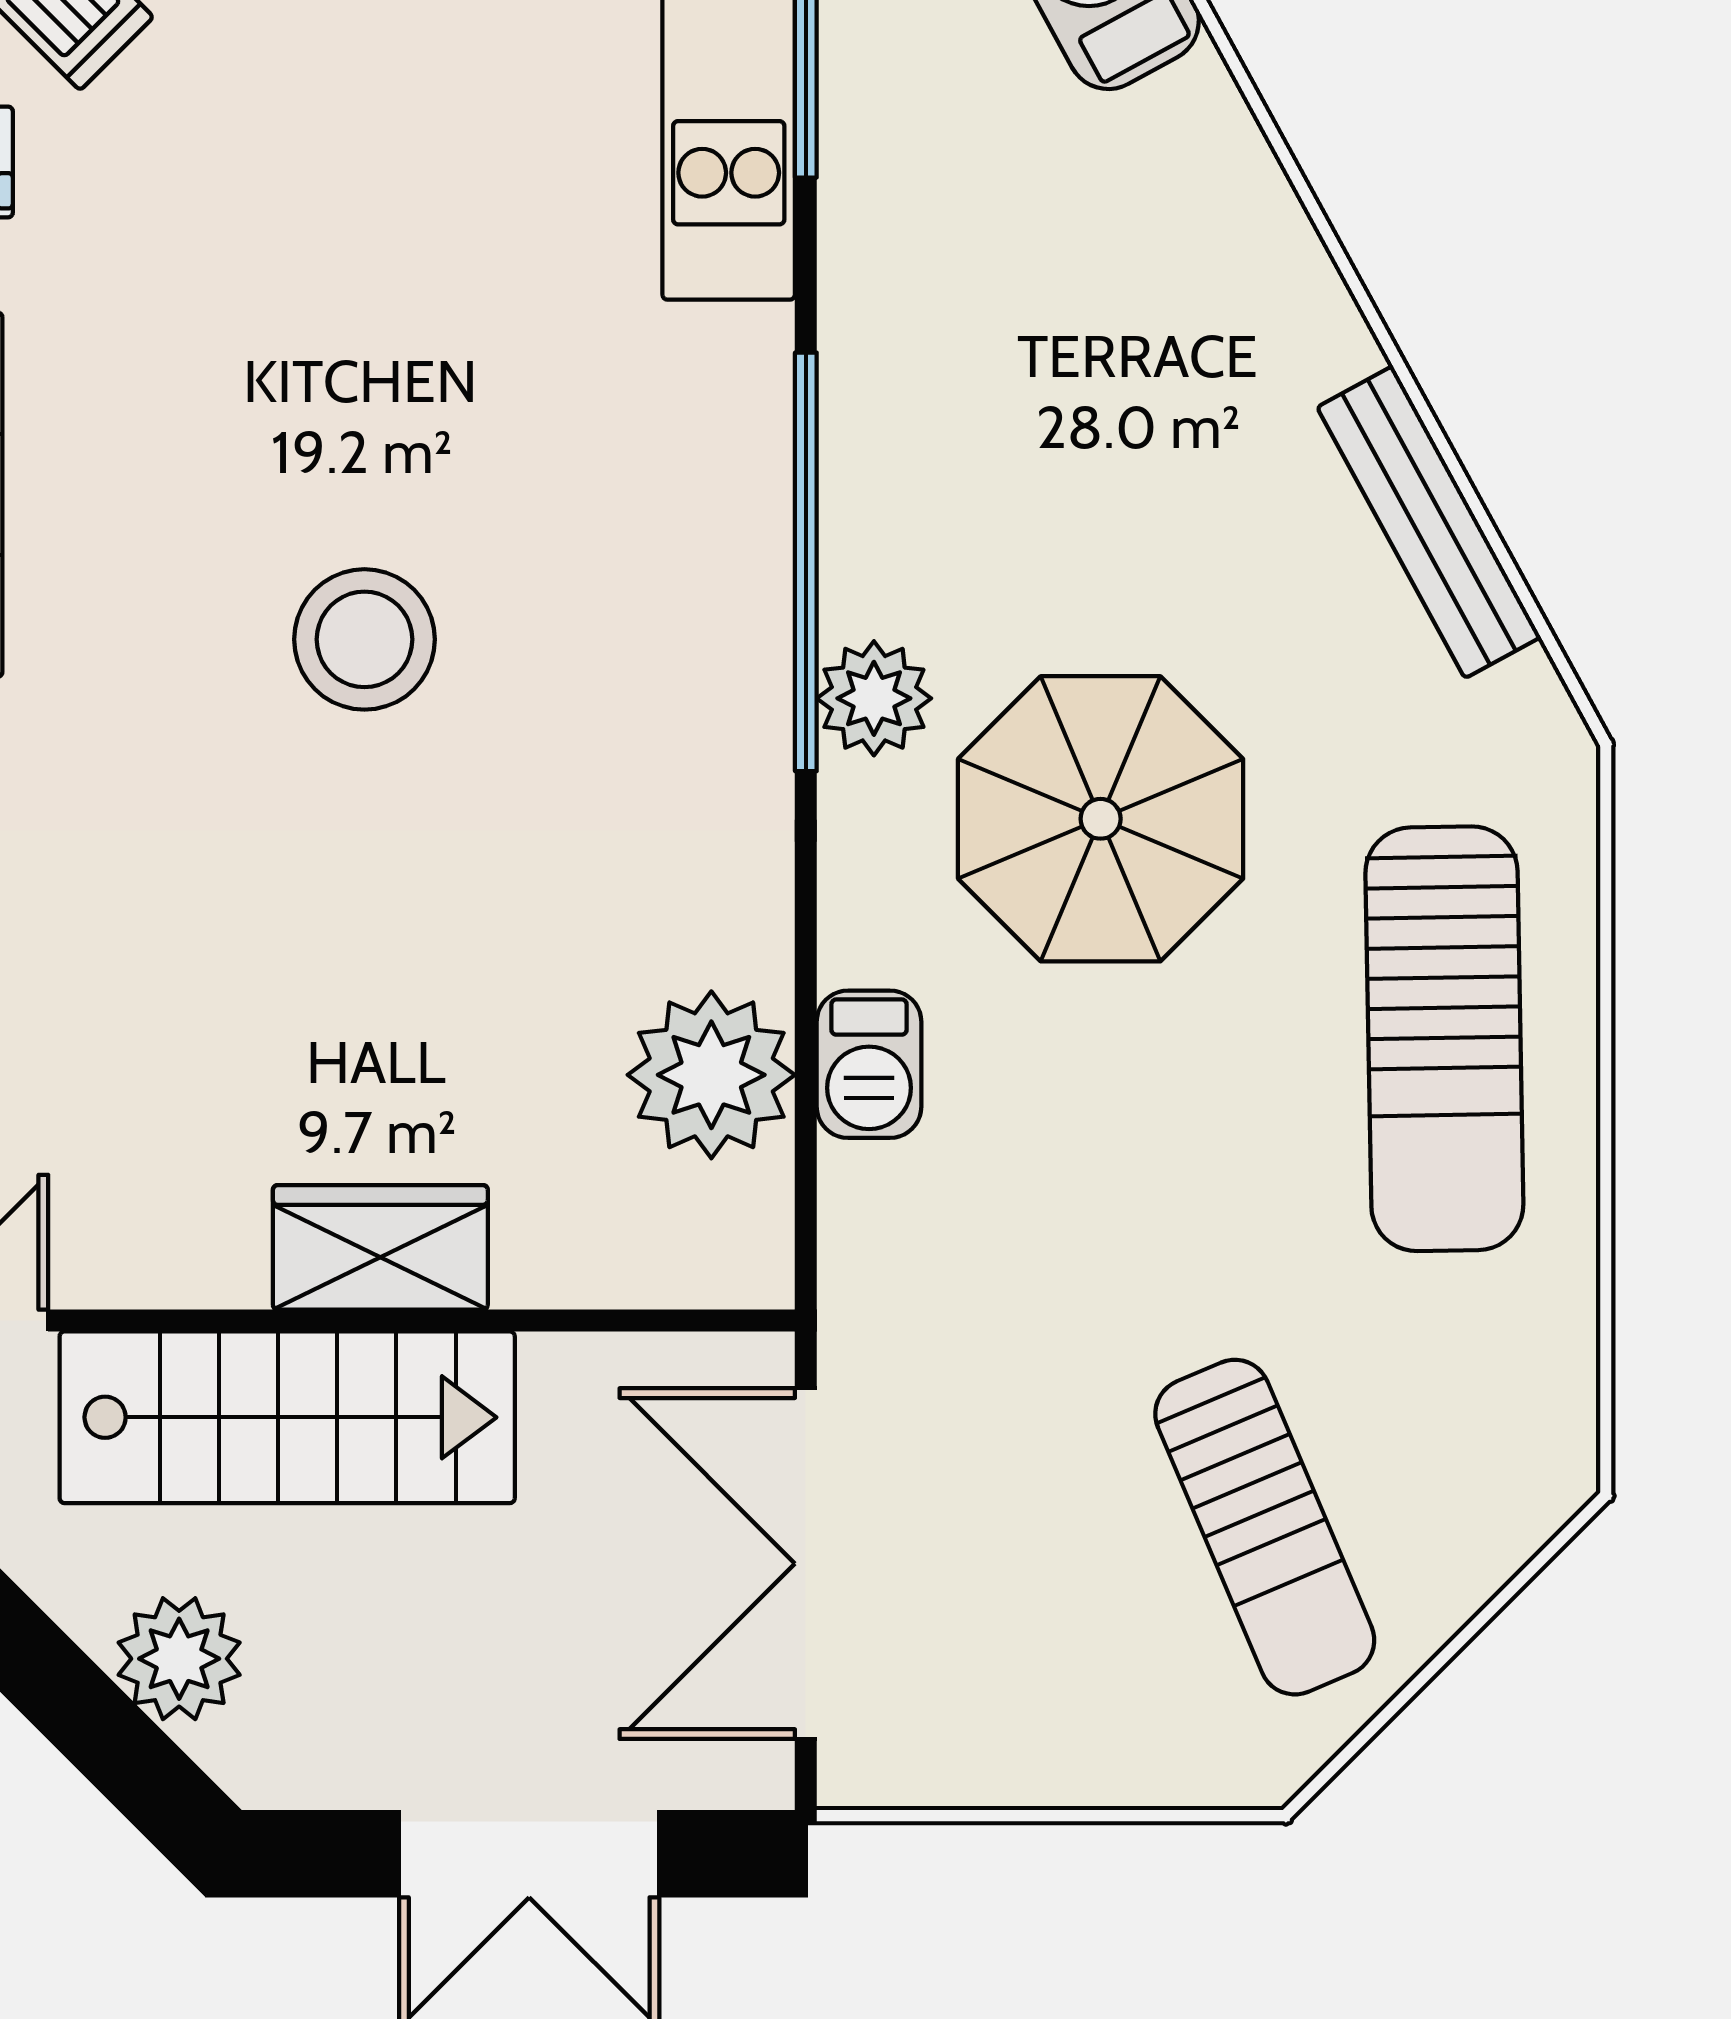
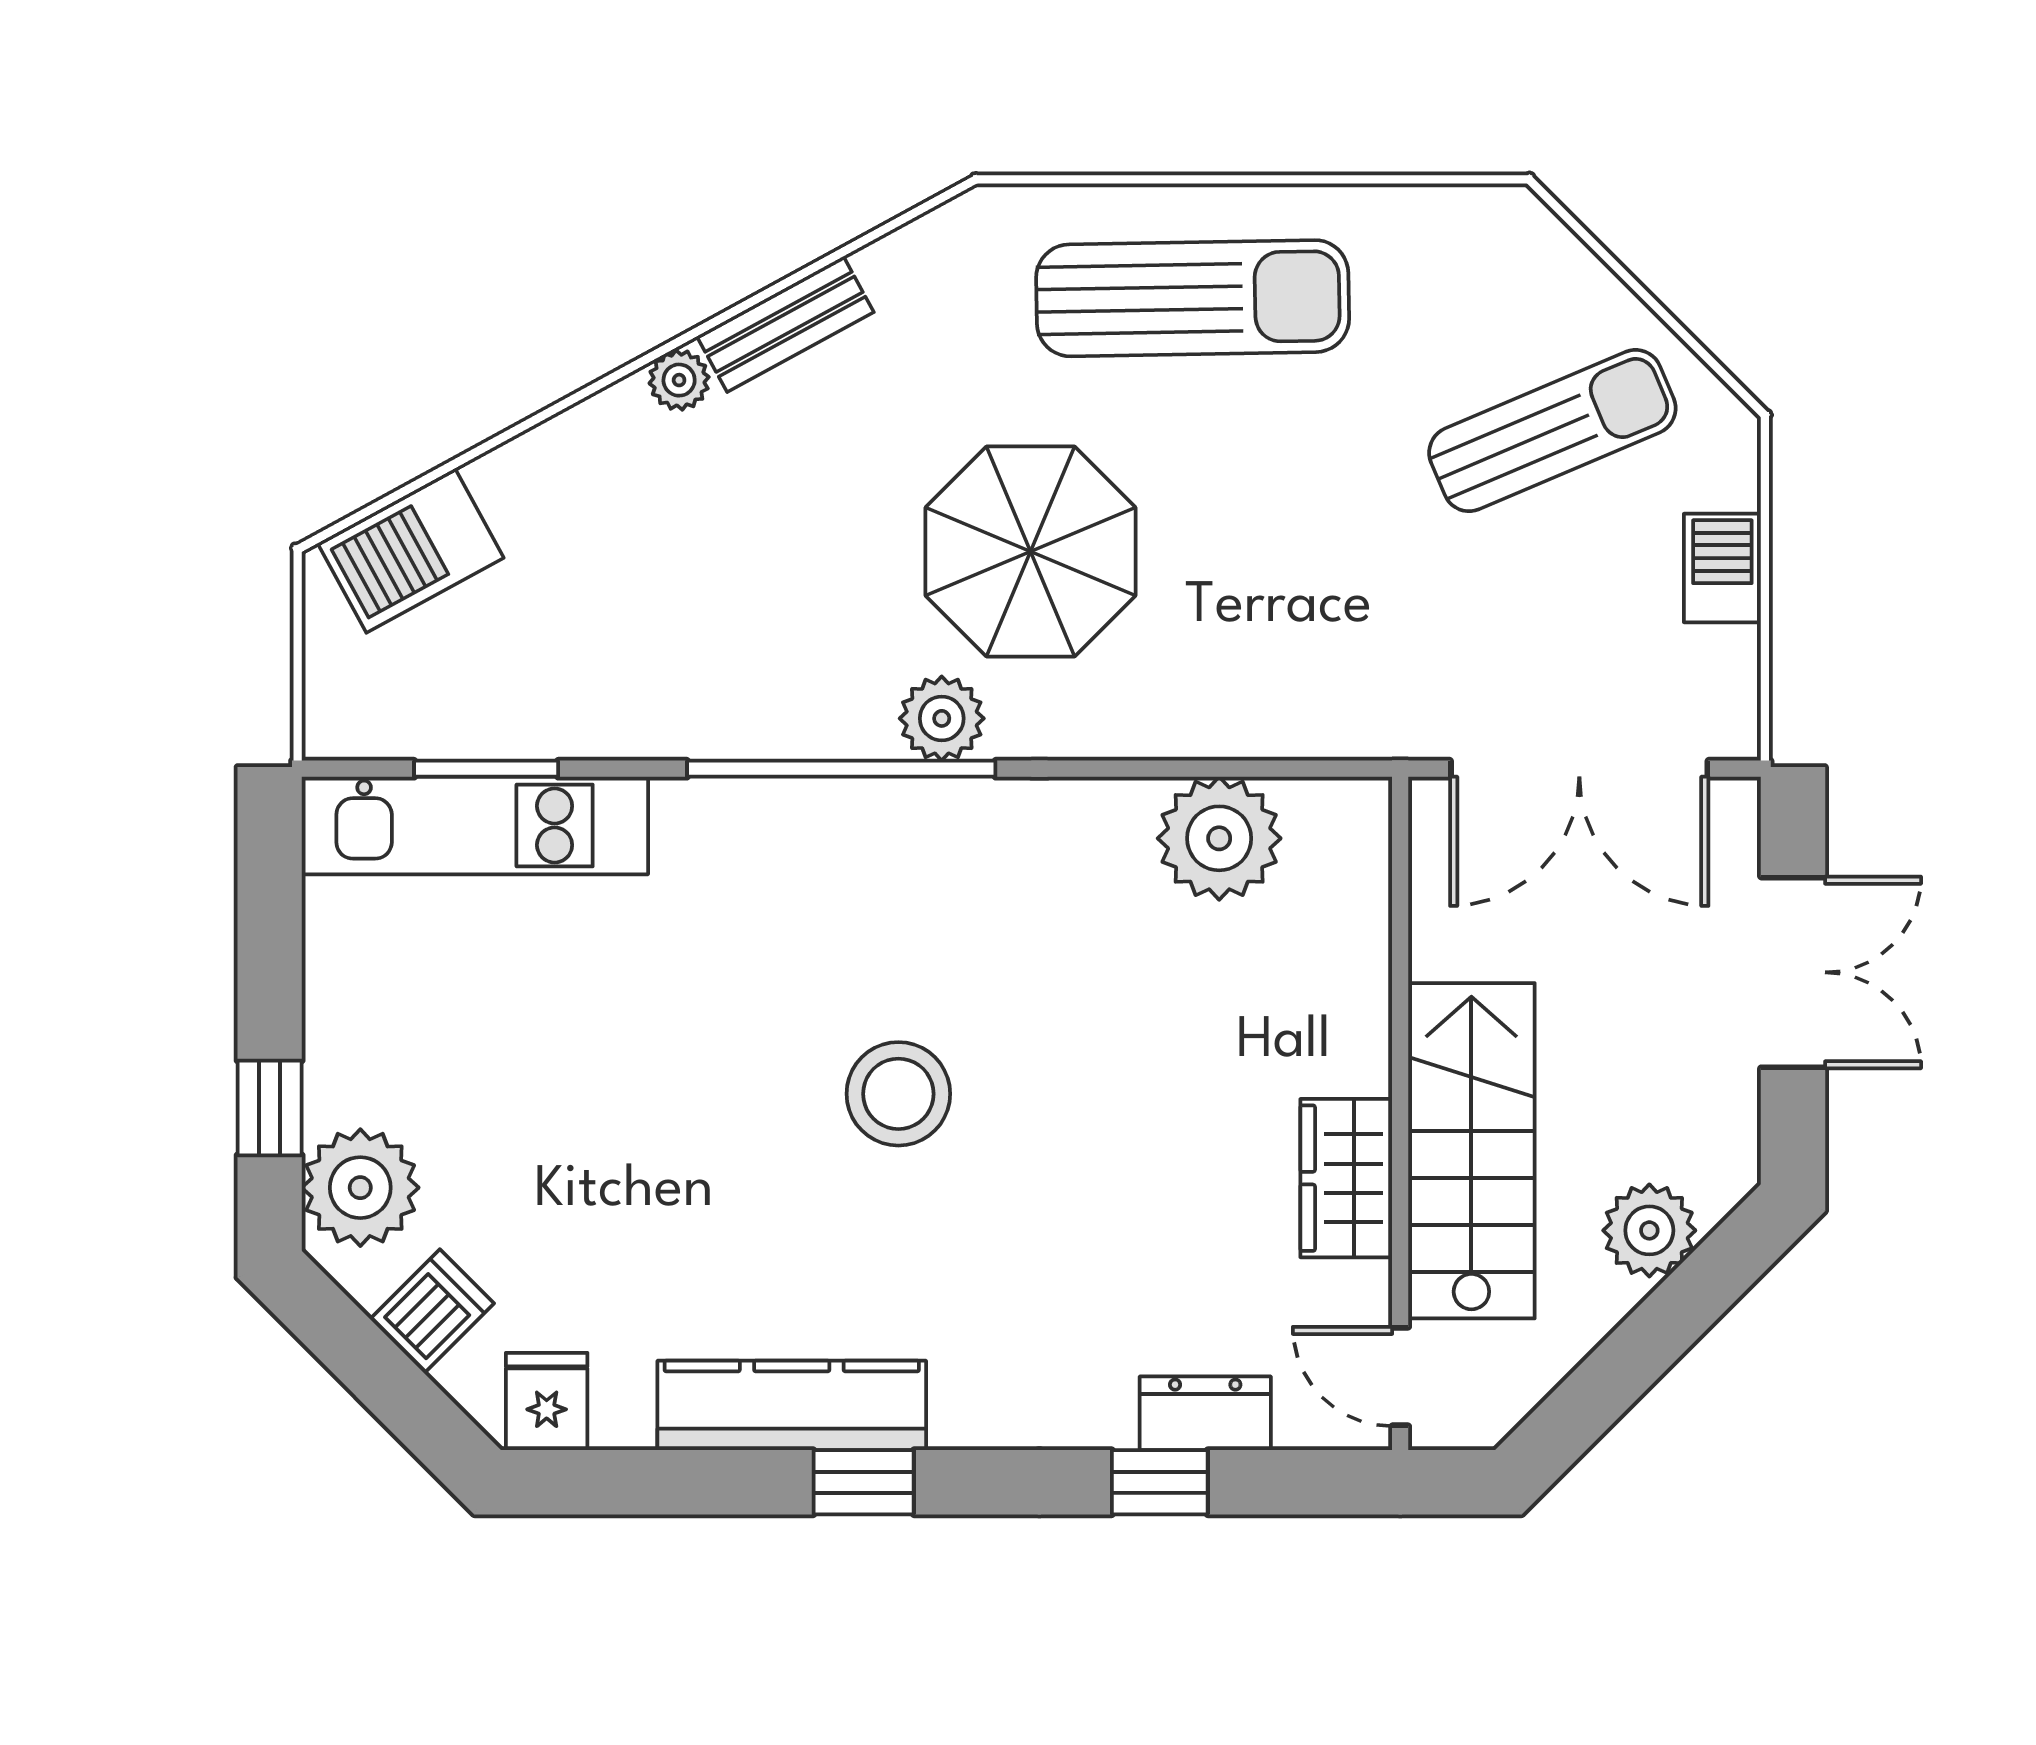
plant: (1333, 342) -> (679, 380), added
bench: (1429, 522) -> (785, 324), width x0.73
barbecue: (869, 1064) -> (1722, 568), moved, turned -90
wardrobe: (380, 1247) -> (1346, 1178), moved

